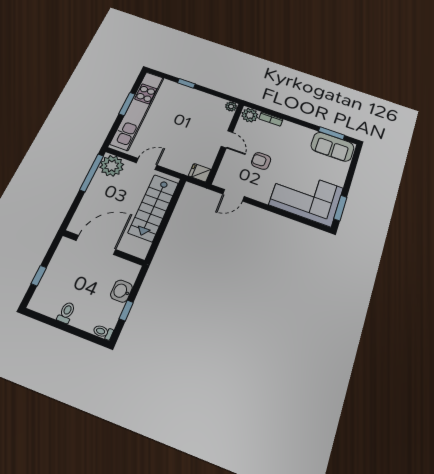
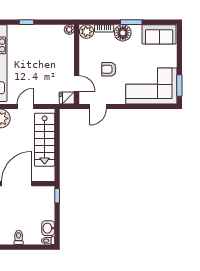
floor lamp: (291, 131) -> (123, 33), added
window: (332, 133) -> (131, 22), moved
door: (227, 139) -> (77, 84), moved
washbasin: (121, 291) -> (48, 228), moved
window: (126, 311) -> (57, 196), moved

